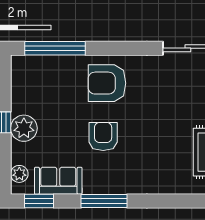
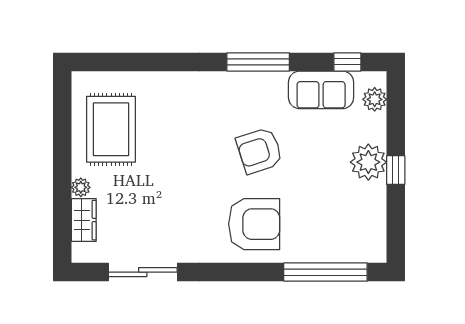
armchair: (103, 137) -> (259, 151), turned 72
window: (39, 201) -> (347, 62), width x0.67

